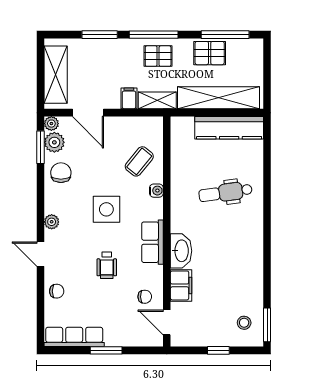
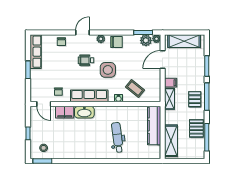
shelving: (218, 98) -> (171, 141), width x0.68
kitchen counter: (229, 128) -> (154, 126), moved
chair: (61, 173) -> (116, 42), moved
row of seats: (152, 242) -> (89, 96), width x1.48
wheelchair: (107, 265) -> (86, 60), moved
door: (167, 322) -> (44, 104), swing flipped

